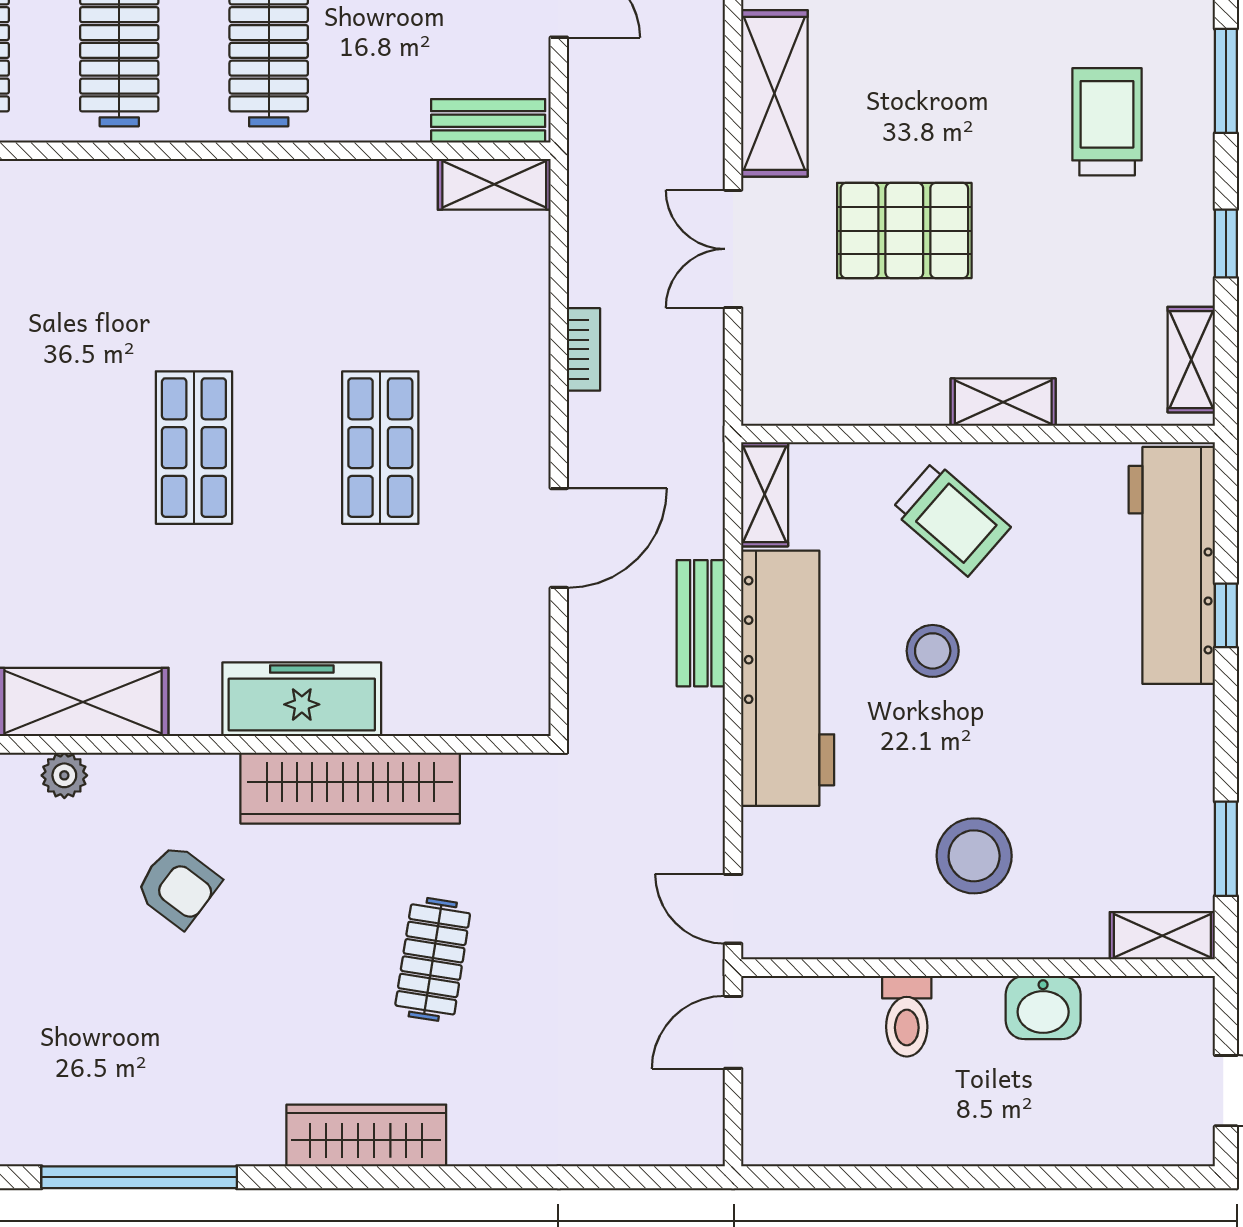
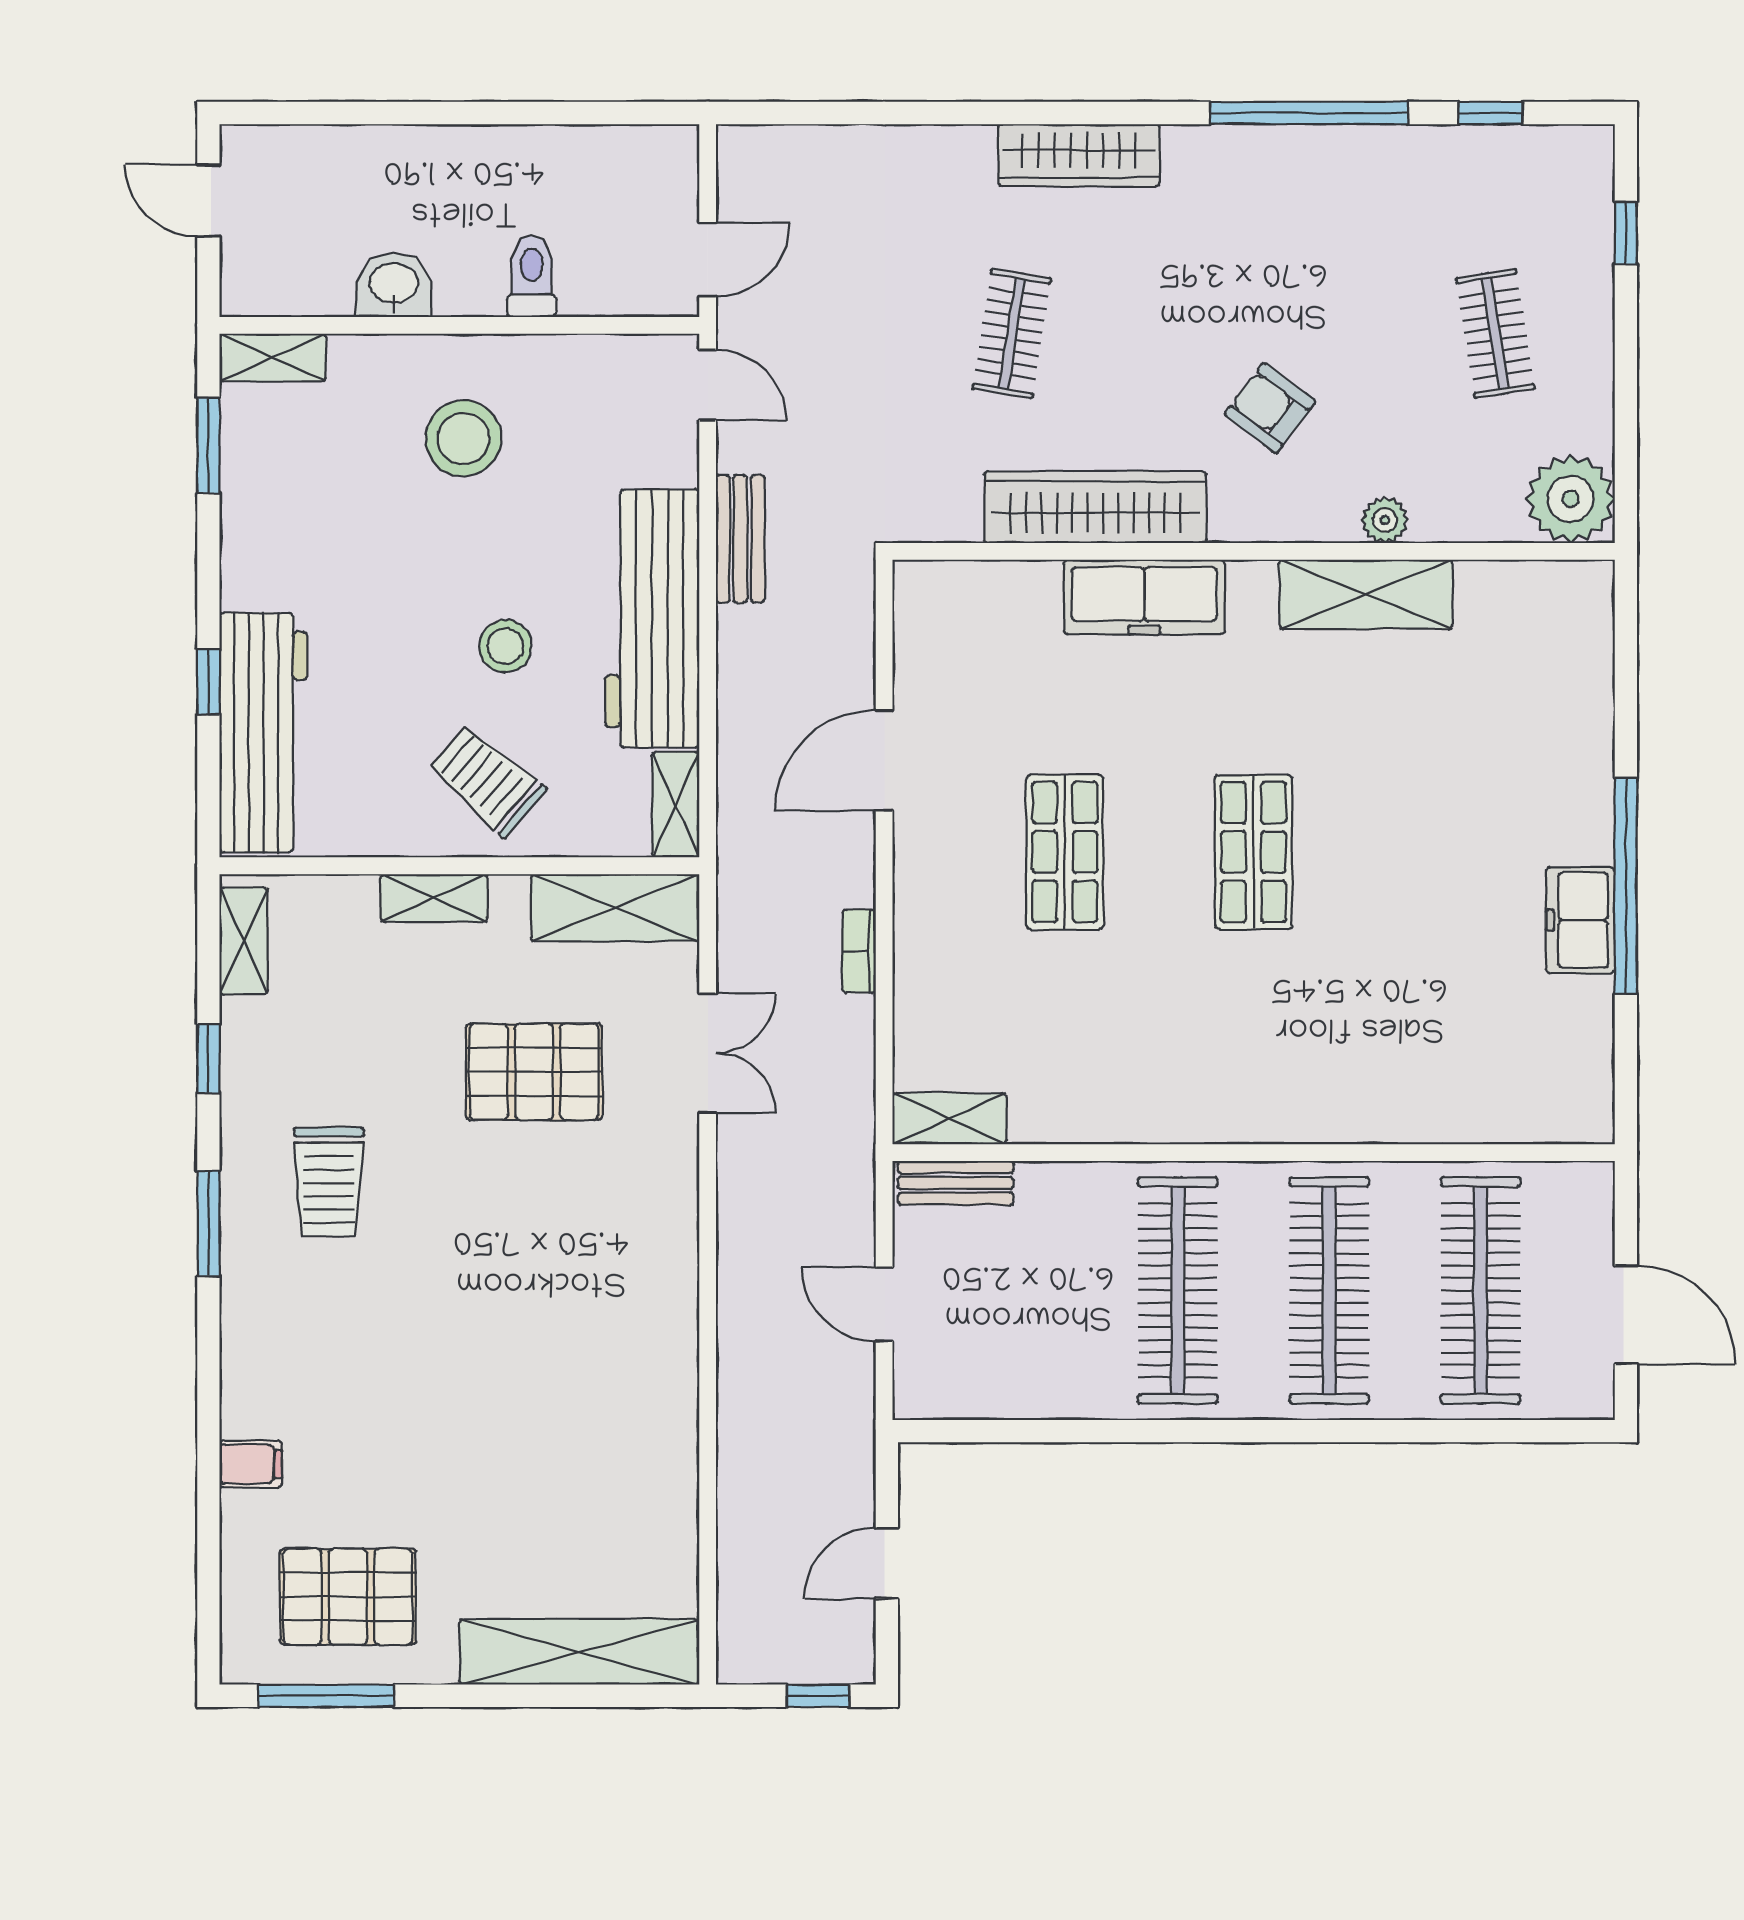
shelving: (774, 93) -> (615, 908), moved, turned 90
bench: (701, 623) -> (740, 539), moved

